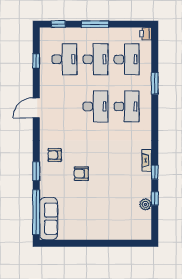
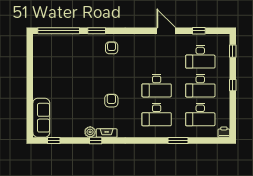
window: (95, 24) -> (233, 85), width x0.46
door: (36, 108) -> (166, 31), moved
armchair: (81, 174) -> (111, 101), moved
window: (155, 198) -> (54, 141), moved
plant: (145, 204) -> (90, 132), moved
sofa: (49, 219) -> (41, 118), moved, turned -90

